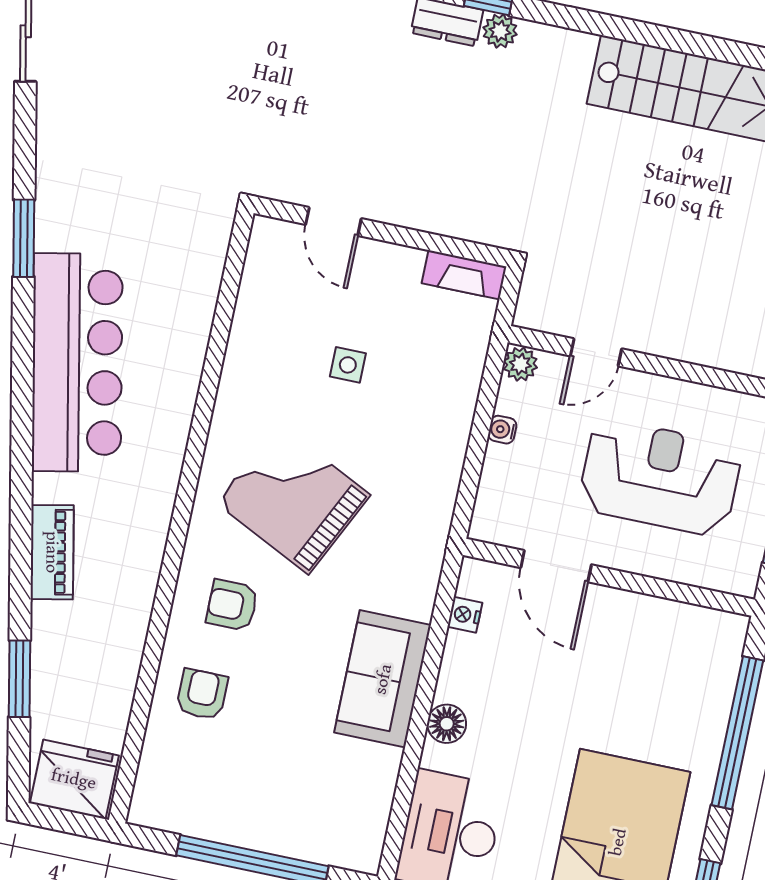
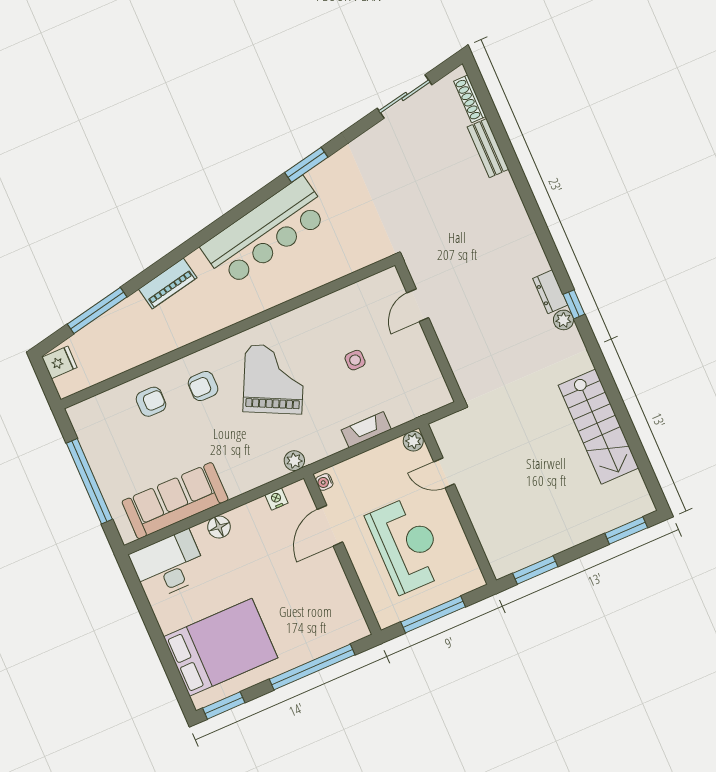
fireplace: (464, 275) -> (366, 430), moved, turned 90
water cooler: (502, 430) -> (324, 482), moved, turned -90
plant: (429, 551) -> (294, 461), added
armchair: (232, 605) -> (203, 386), turned -90
window: (19, 679) -> (97, 310), width x1.44
sofa: (383, 679) -> (175, 501), moved, width x1.36
fridge: (74, 779) -> (60, 362), width x0.53, depth x0.75

